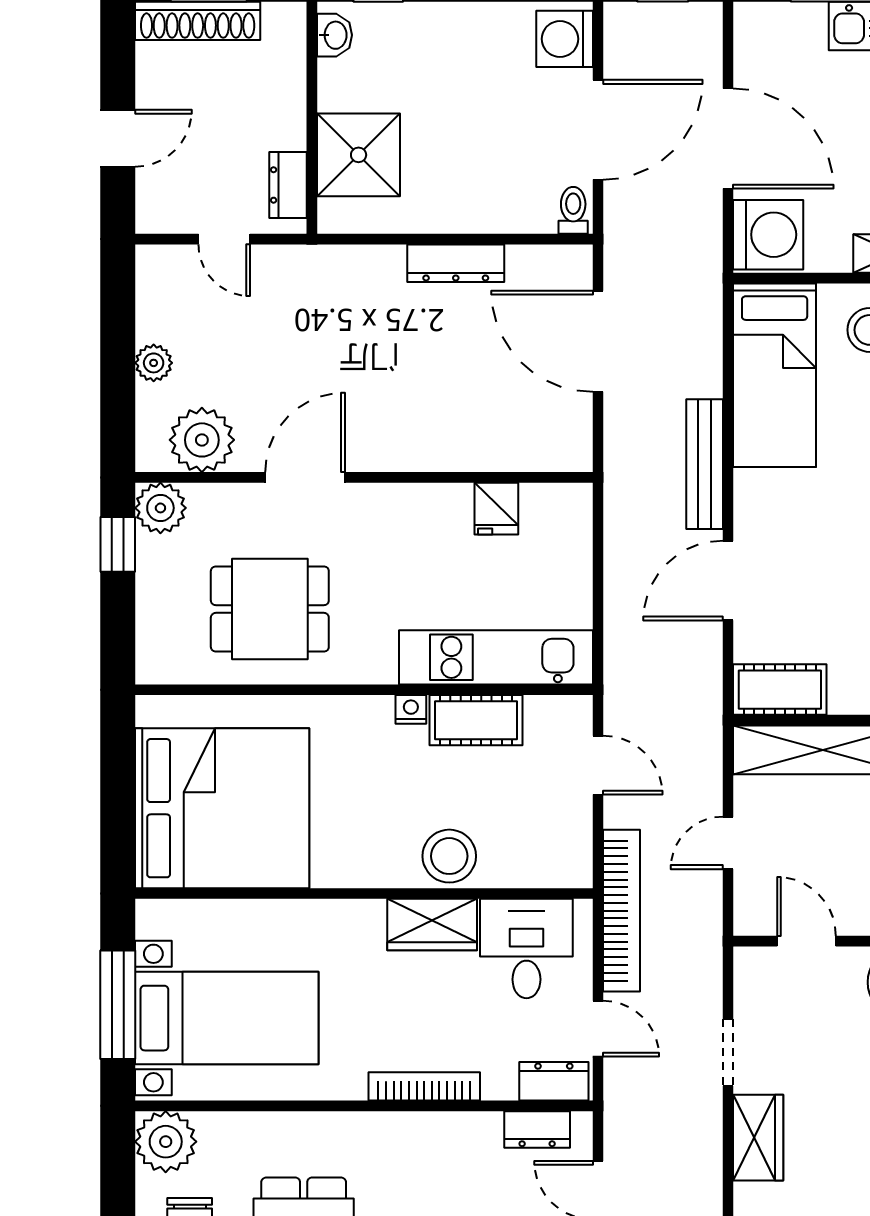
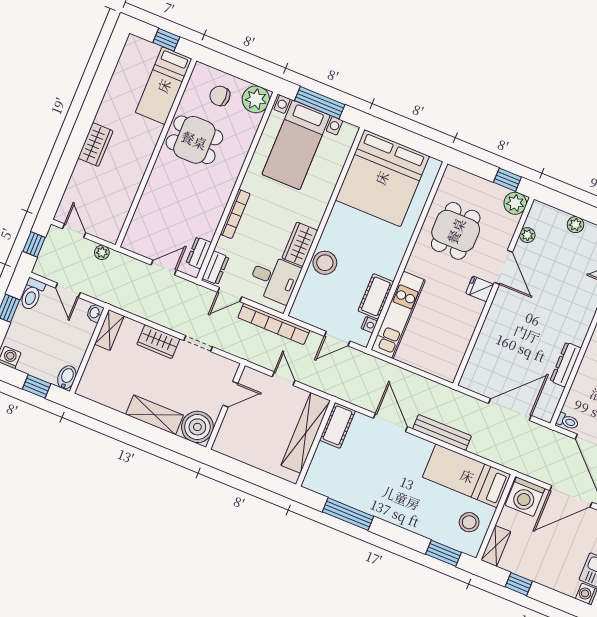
plant: (202, 440) -> (527, 235), width x0.53, depth x0.53
fridge: (496, 509) -> (480, 289), moved
nightstand: (411, 709) -> (369, 325), moved

